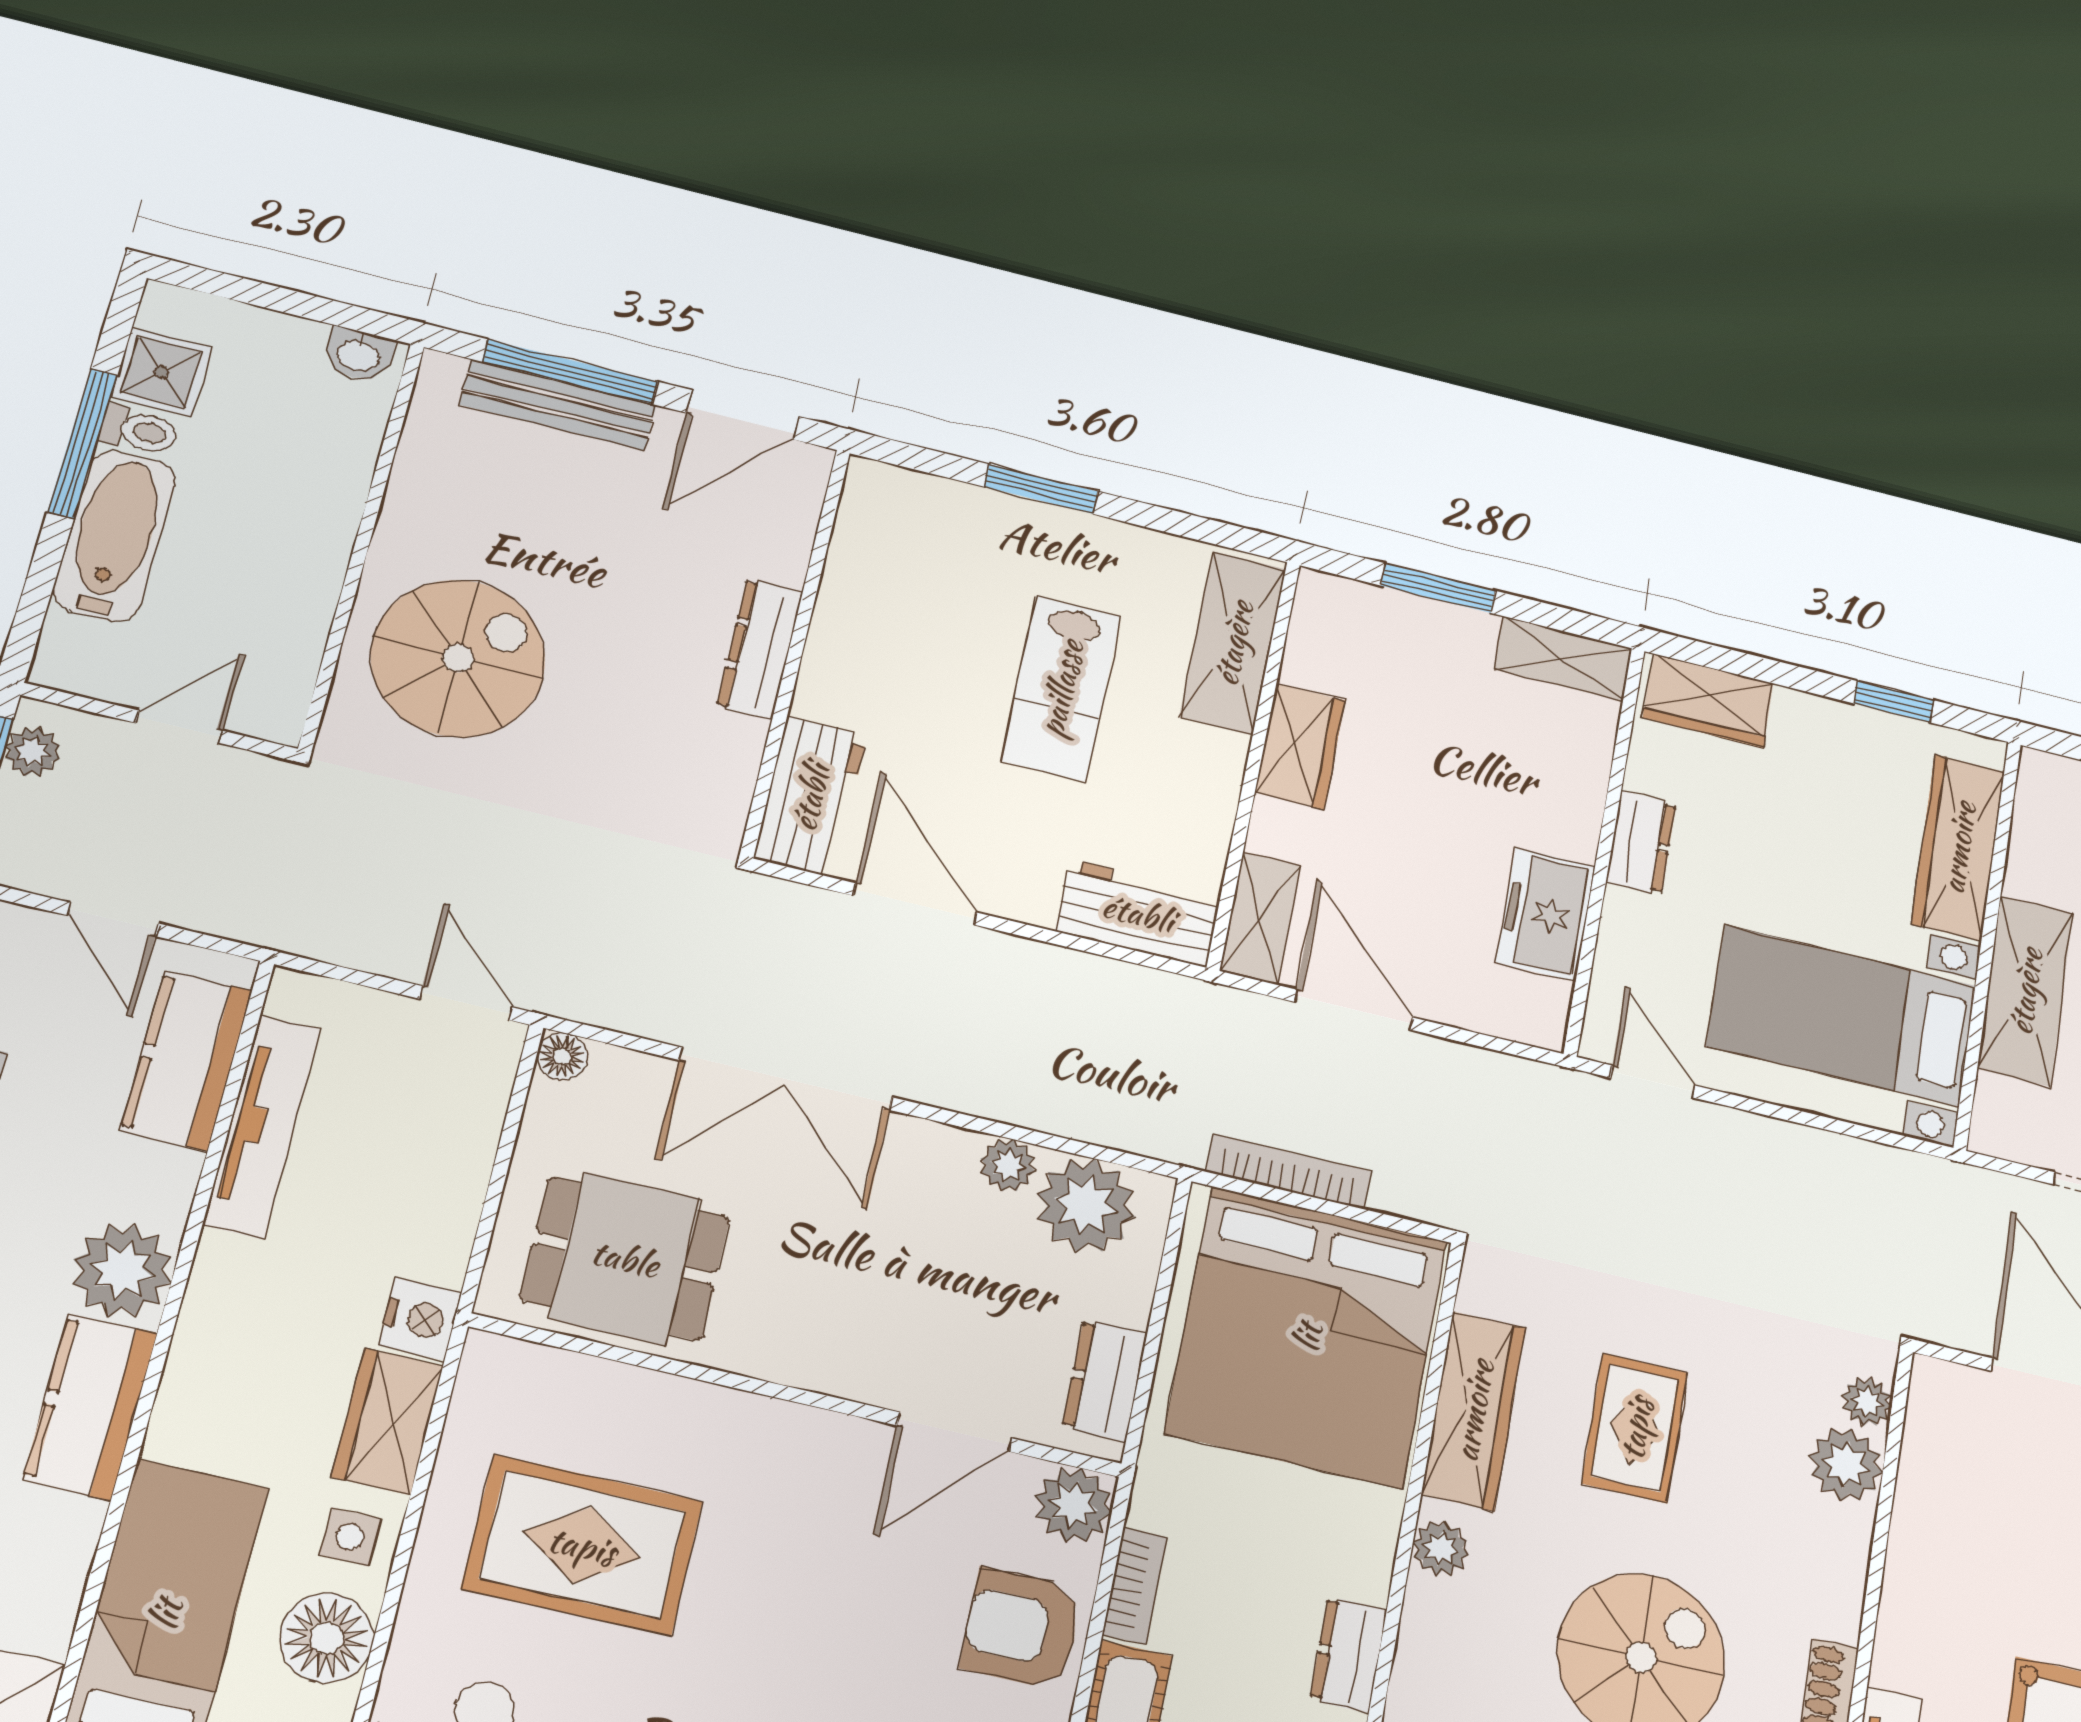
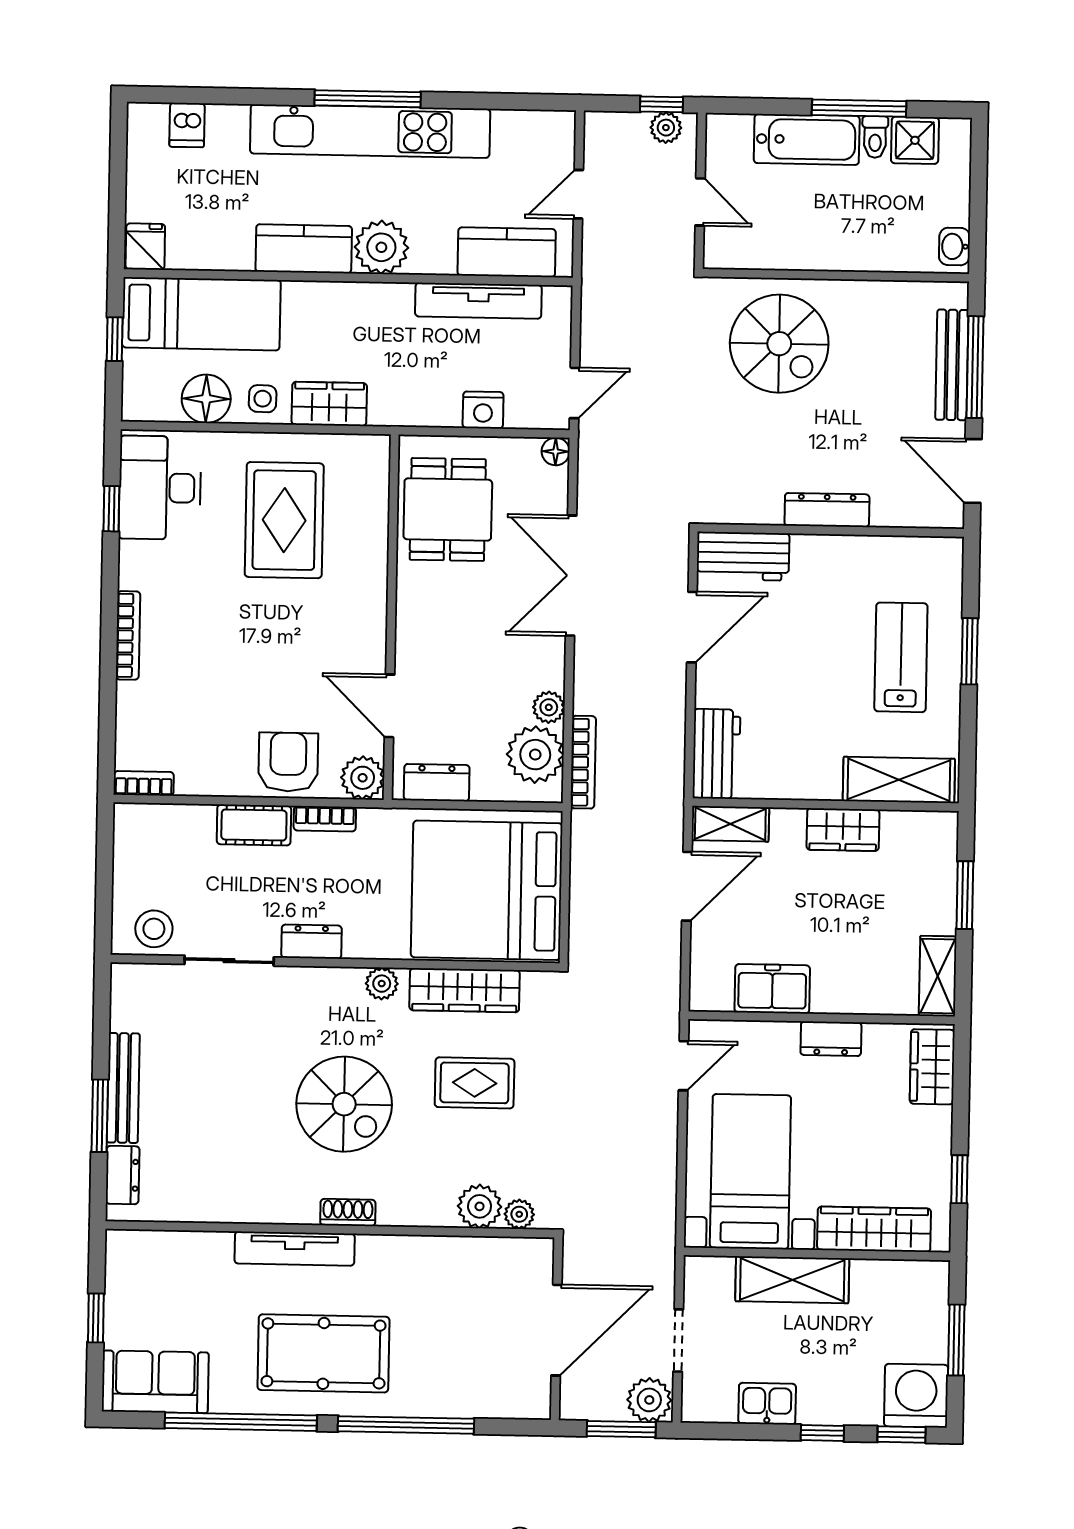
lab bench: (1061, 688) -> (901, 657), moved, turned 90
bookcase: (1289, 1171) -> (583, 762), moved
nightstand: (420, 1319) -> (483, 410), moved

